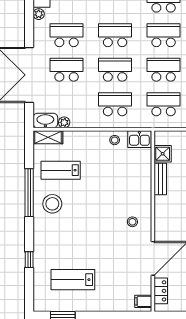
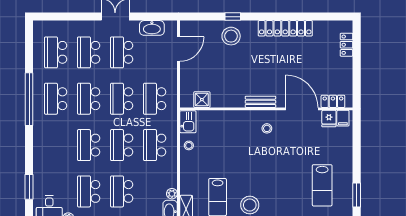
bench: (160, 179) -> (260, 102), moved
fridge: (143, 287) -> (329, 119), added

